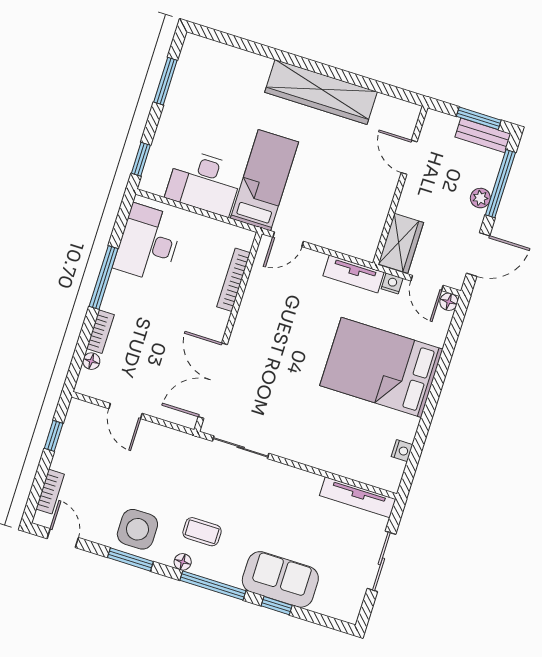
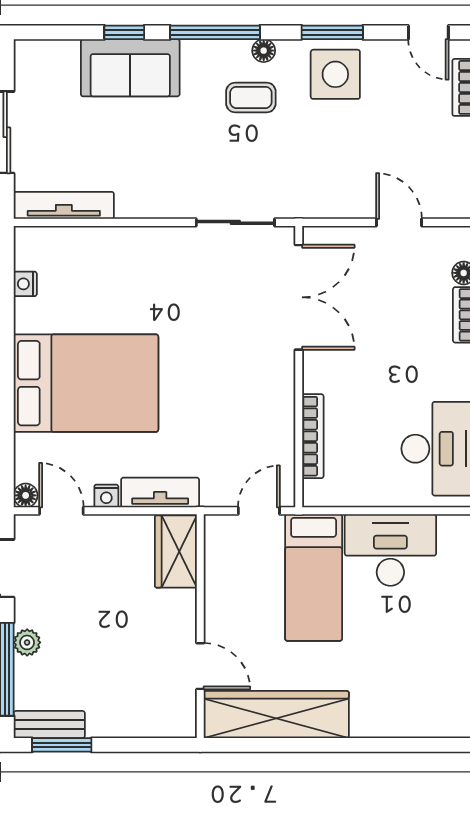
door: (409, 157) -> (200, 666), moved
wall: (400, 185) -> (200, 626), moved
wardrobe: (401, 243) -> (176, 551), moved

